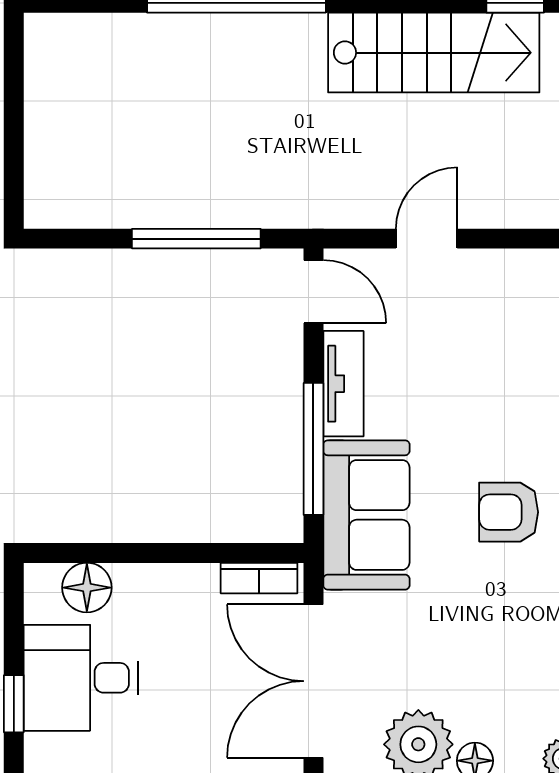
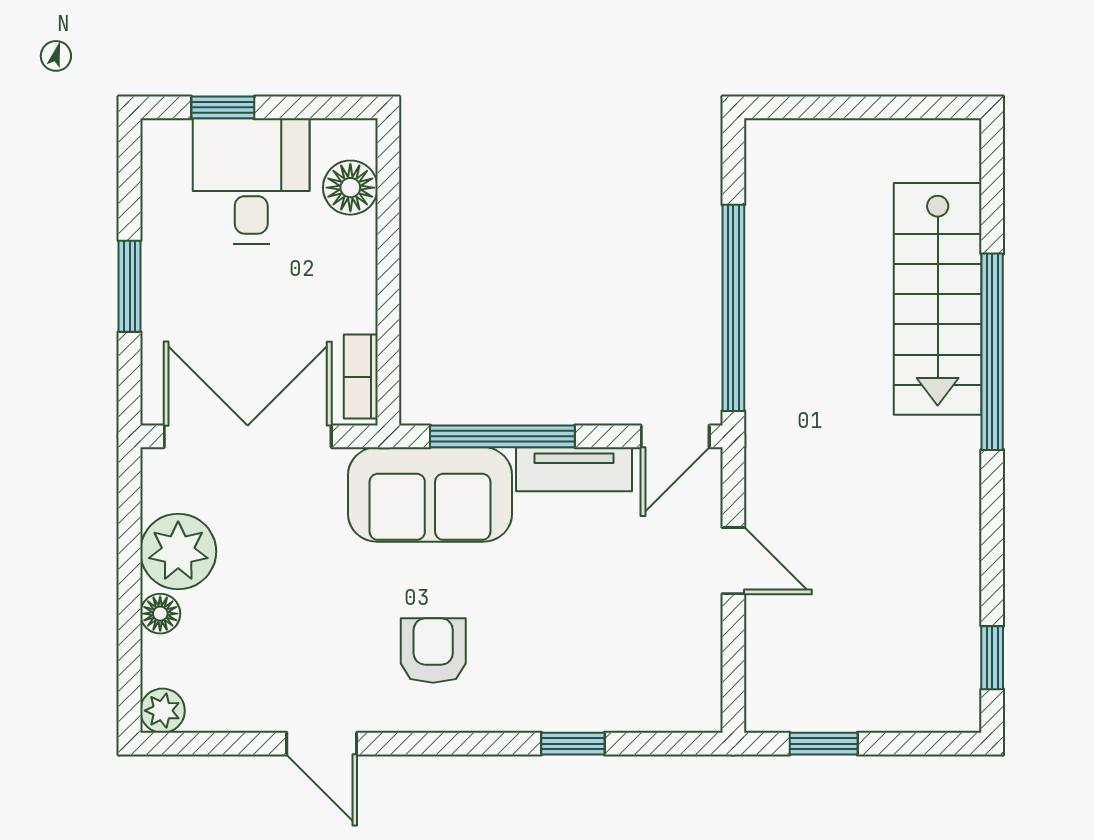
stairs: (434, 53) -> (938, 299), moved
window: (196, 239) -> (733, 308), width x1.46

